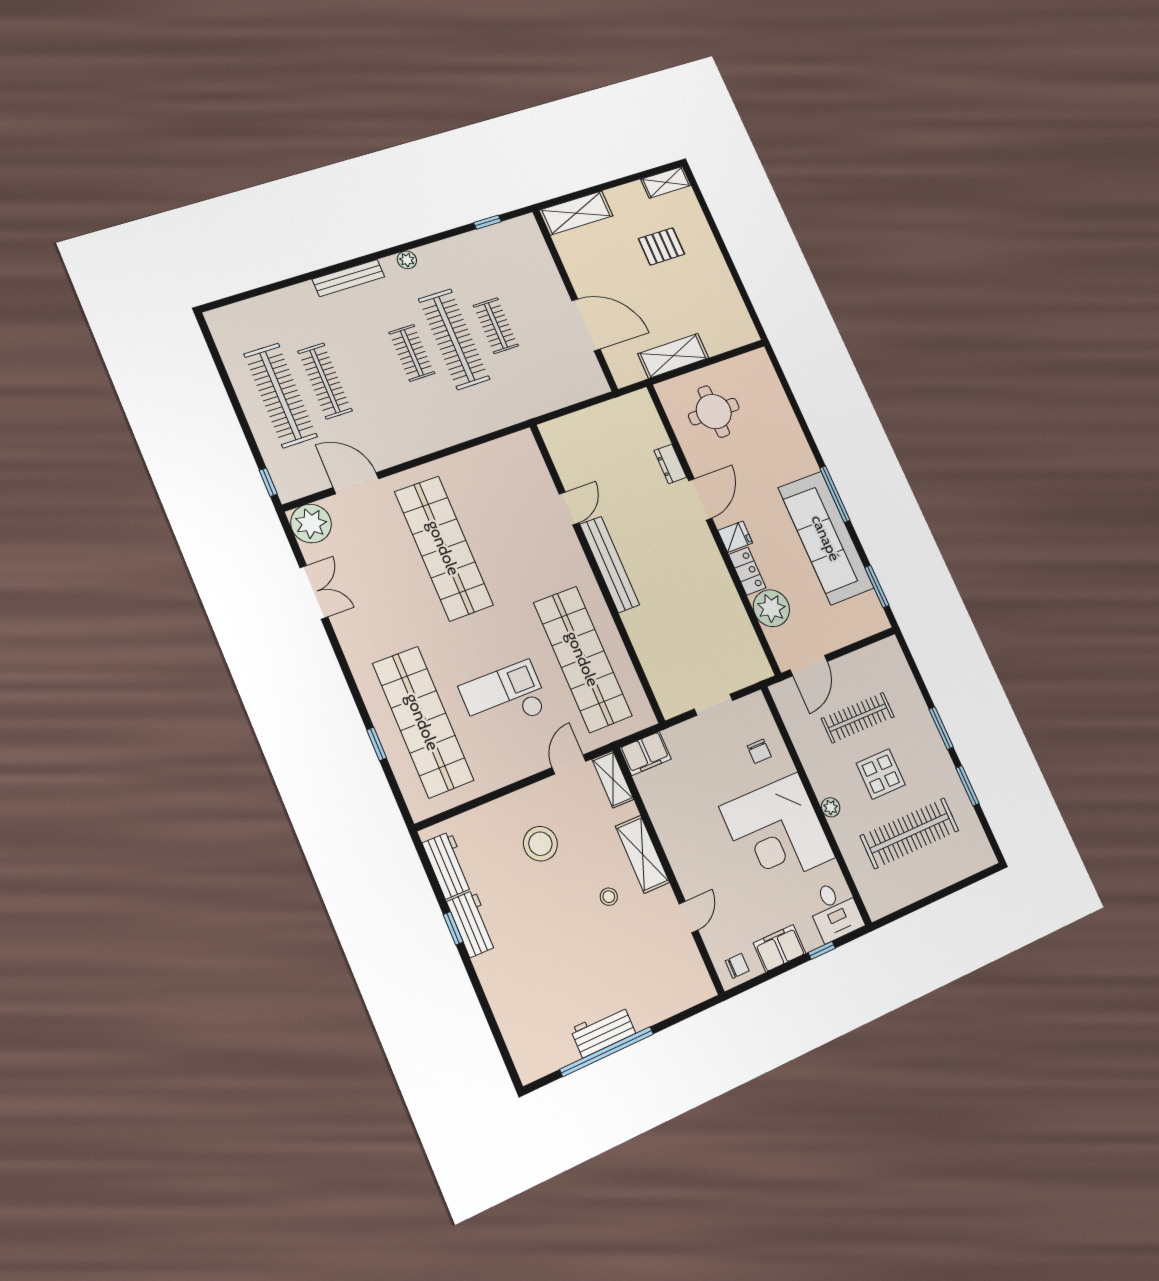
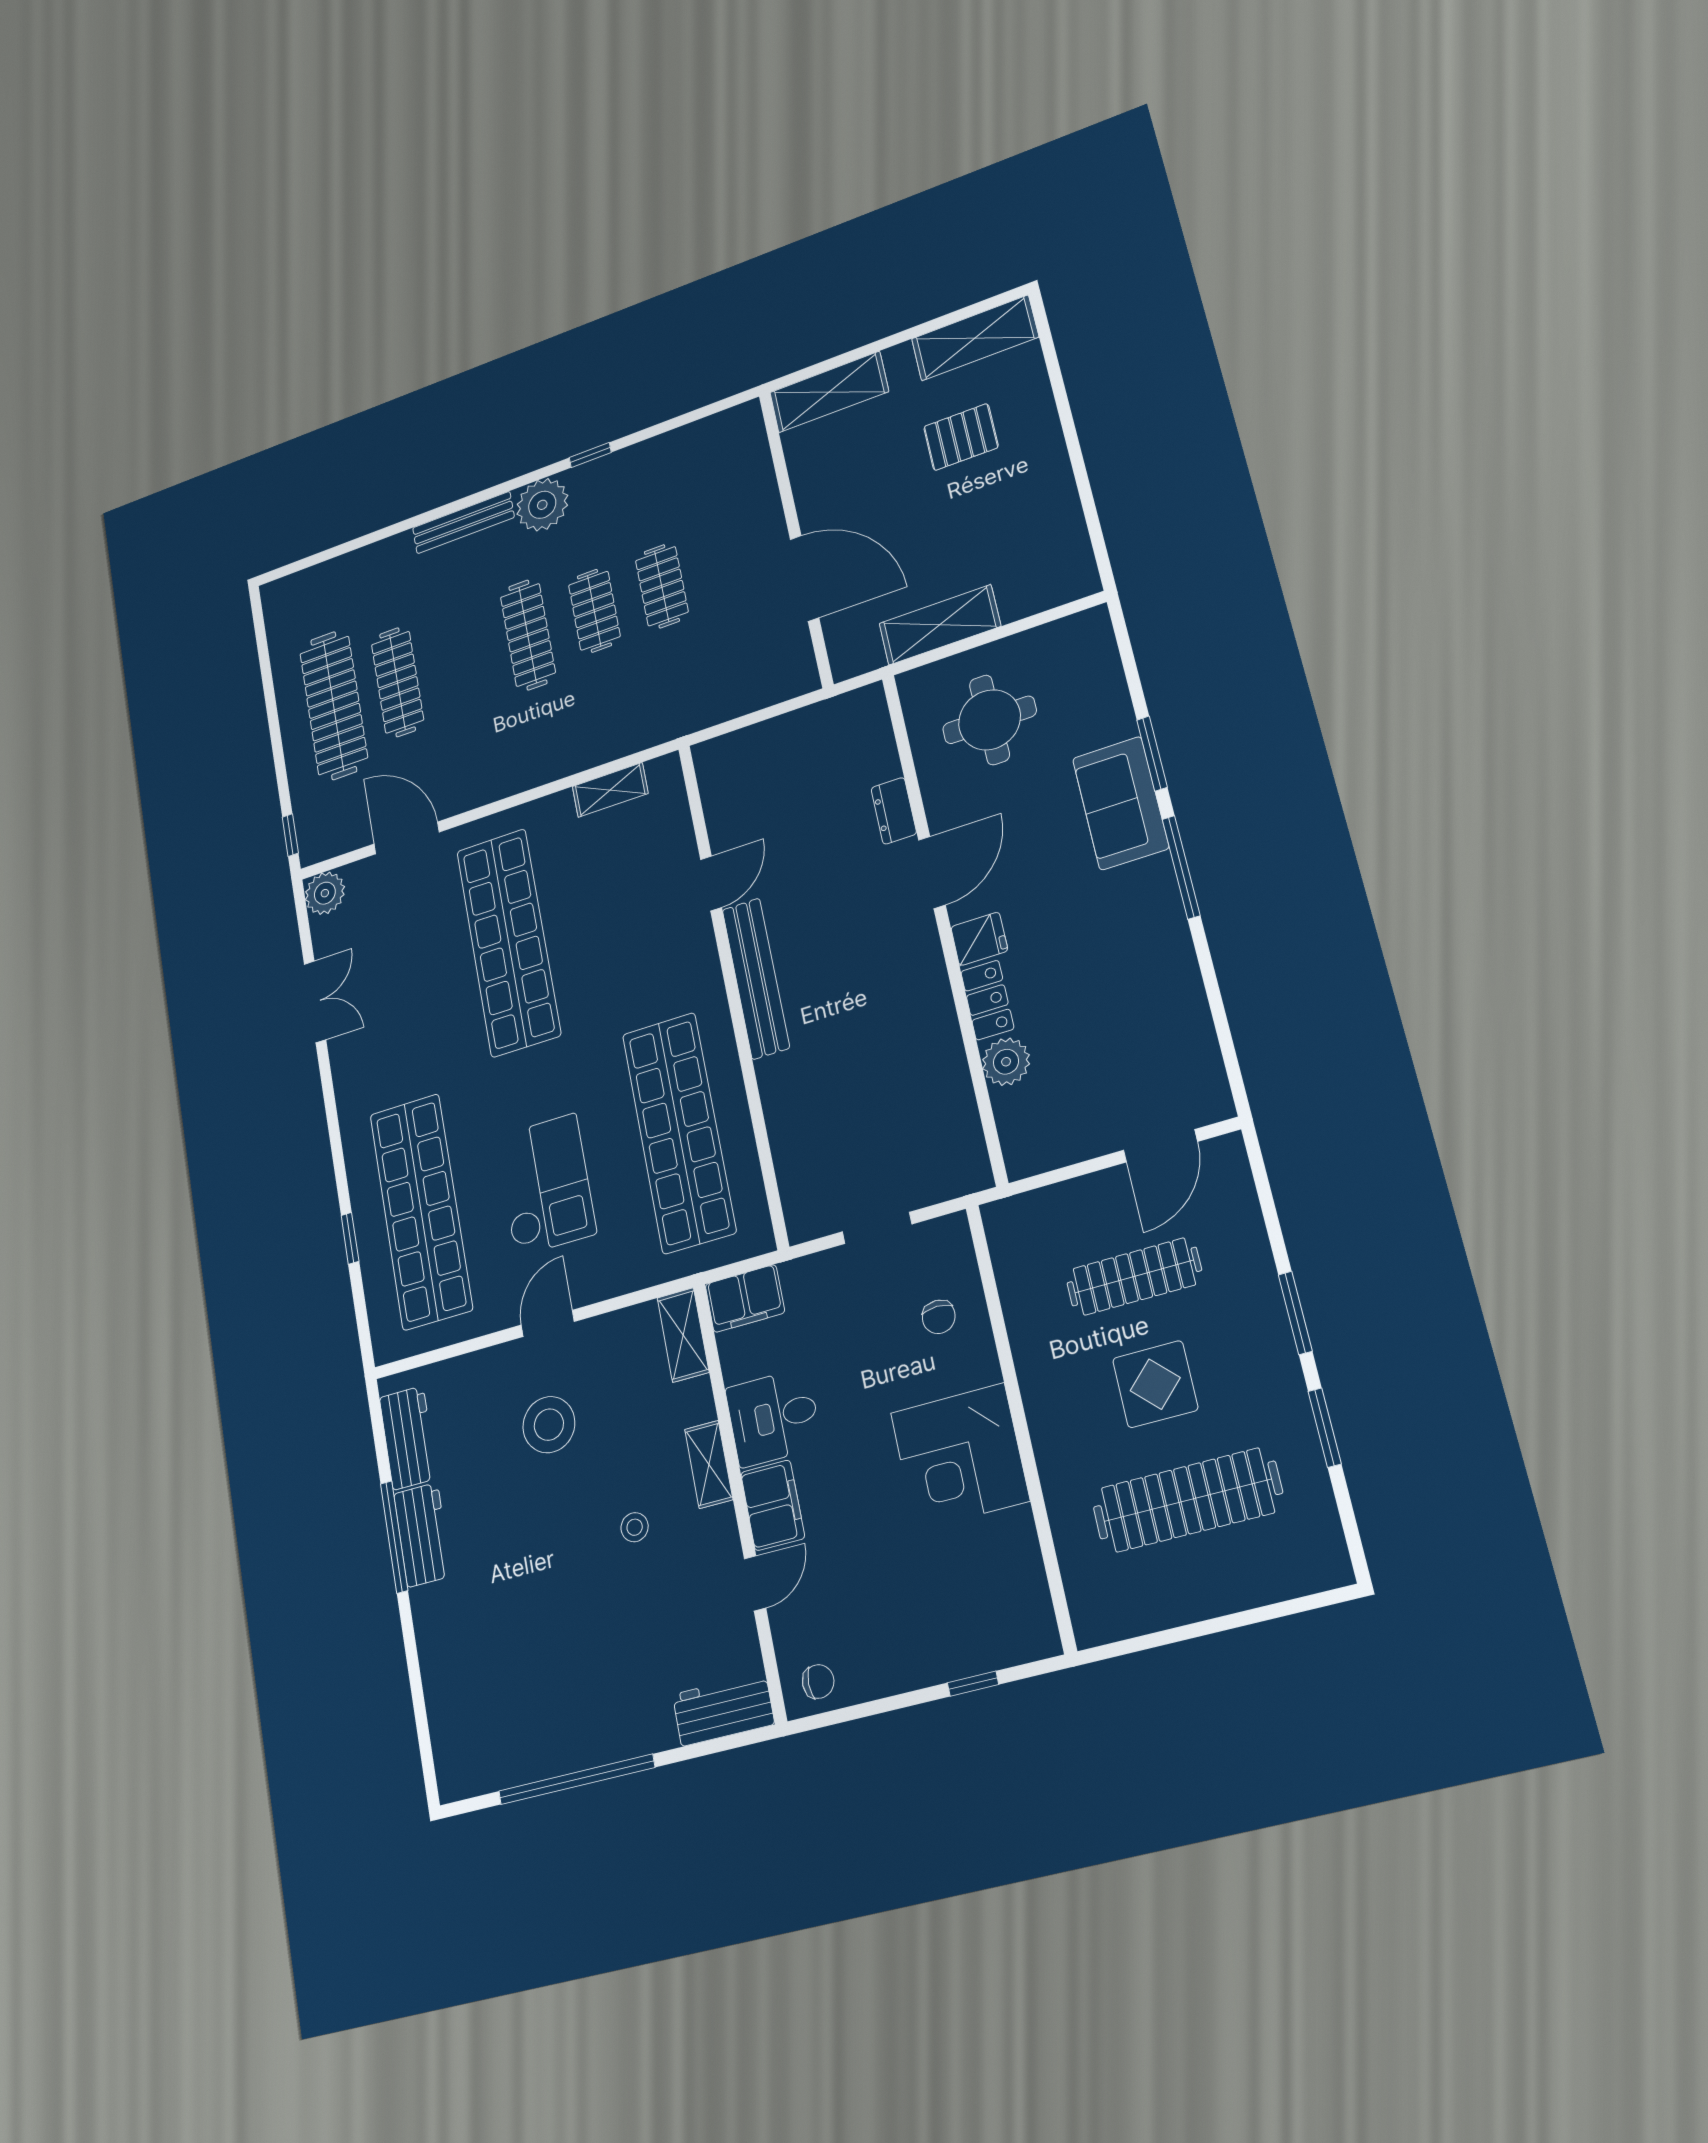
shelving: (666, 182) -> (975, 338), width x1.50, depth x1.33
window: (487, 222) -> (590, 455), moved
plant: (407, 260) -> (542, 505), width x1.87, depth x1.87
clothes rail: (454, 339) -> (594, 611), width x0.54, depth x0.76
clothes rail: (412, 353) -> (528, 635), width x1.36
shelving: (491, 452) -> (610, 790), added
plant: (311, 523) -> (325, 893), width x0.73, depth x0.73
sofa: (826, 538) -> (1121, 803), moved, width x0.54, depth x0.79
window: (877, 586) -> (1152, 754), moved
plant: (771, 608) -> (1006, 1062), width x0.73, depth x0.73
door: (809, 666) -> (1160, 1146), moved
checkout: (504, 698) -> (546, 1185), turned 90
door: (569, 764) -> (548, 1323), moved
plant: (831, 807) -> (1046, 1432), removed
corner desk: (777, 832) -> (960, 1457), width x0.74, depth x0.74
shelving: (642, 854) -> (709, 1464), width x0.67, depth x0.75
desk: (835, 911) -> (774, 1417), moved, turned 90
window: (453, 928) -> (394, 1537), width x2.17
filing cabinet: (780, 948) -> (773, 1505), moved, turned 90
workbench: (603, 1031) -> (723, 1709), moved

